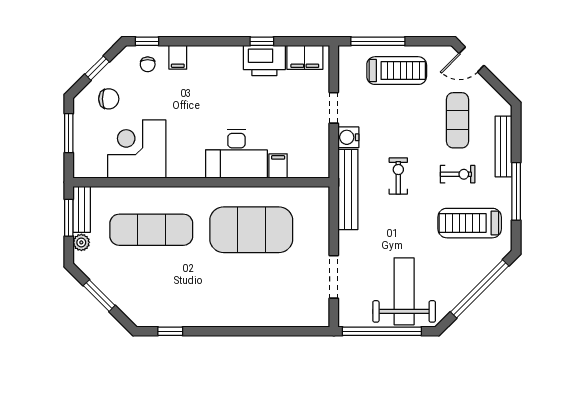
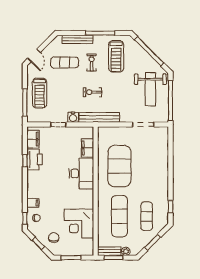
treadmill: (397, 71) -> (40, 93), turned 180
filing cabinet: (278, 166) -> (87, 148), width x2.00
exercise mat: (151, 284) -> (147, 216), added
weight bench: (404, 291) -> (150, 89), turned -90

